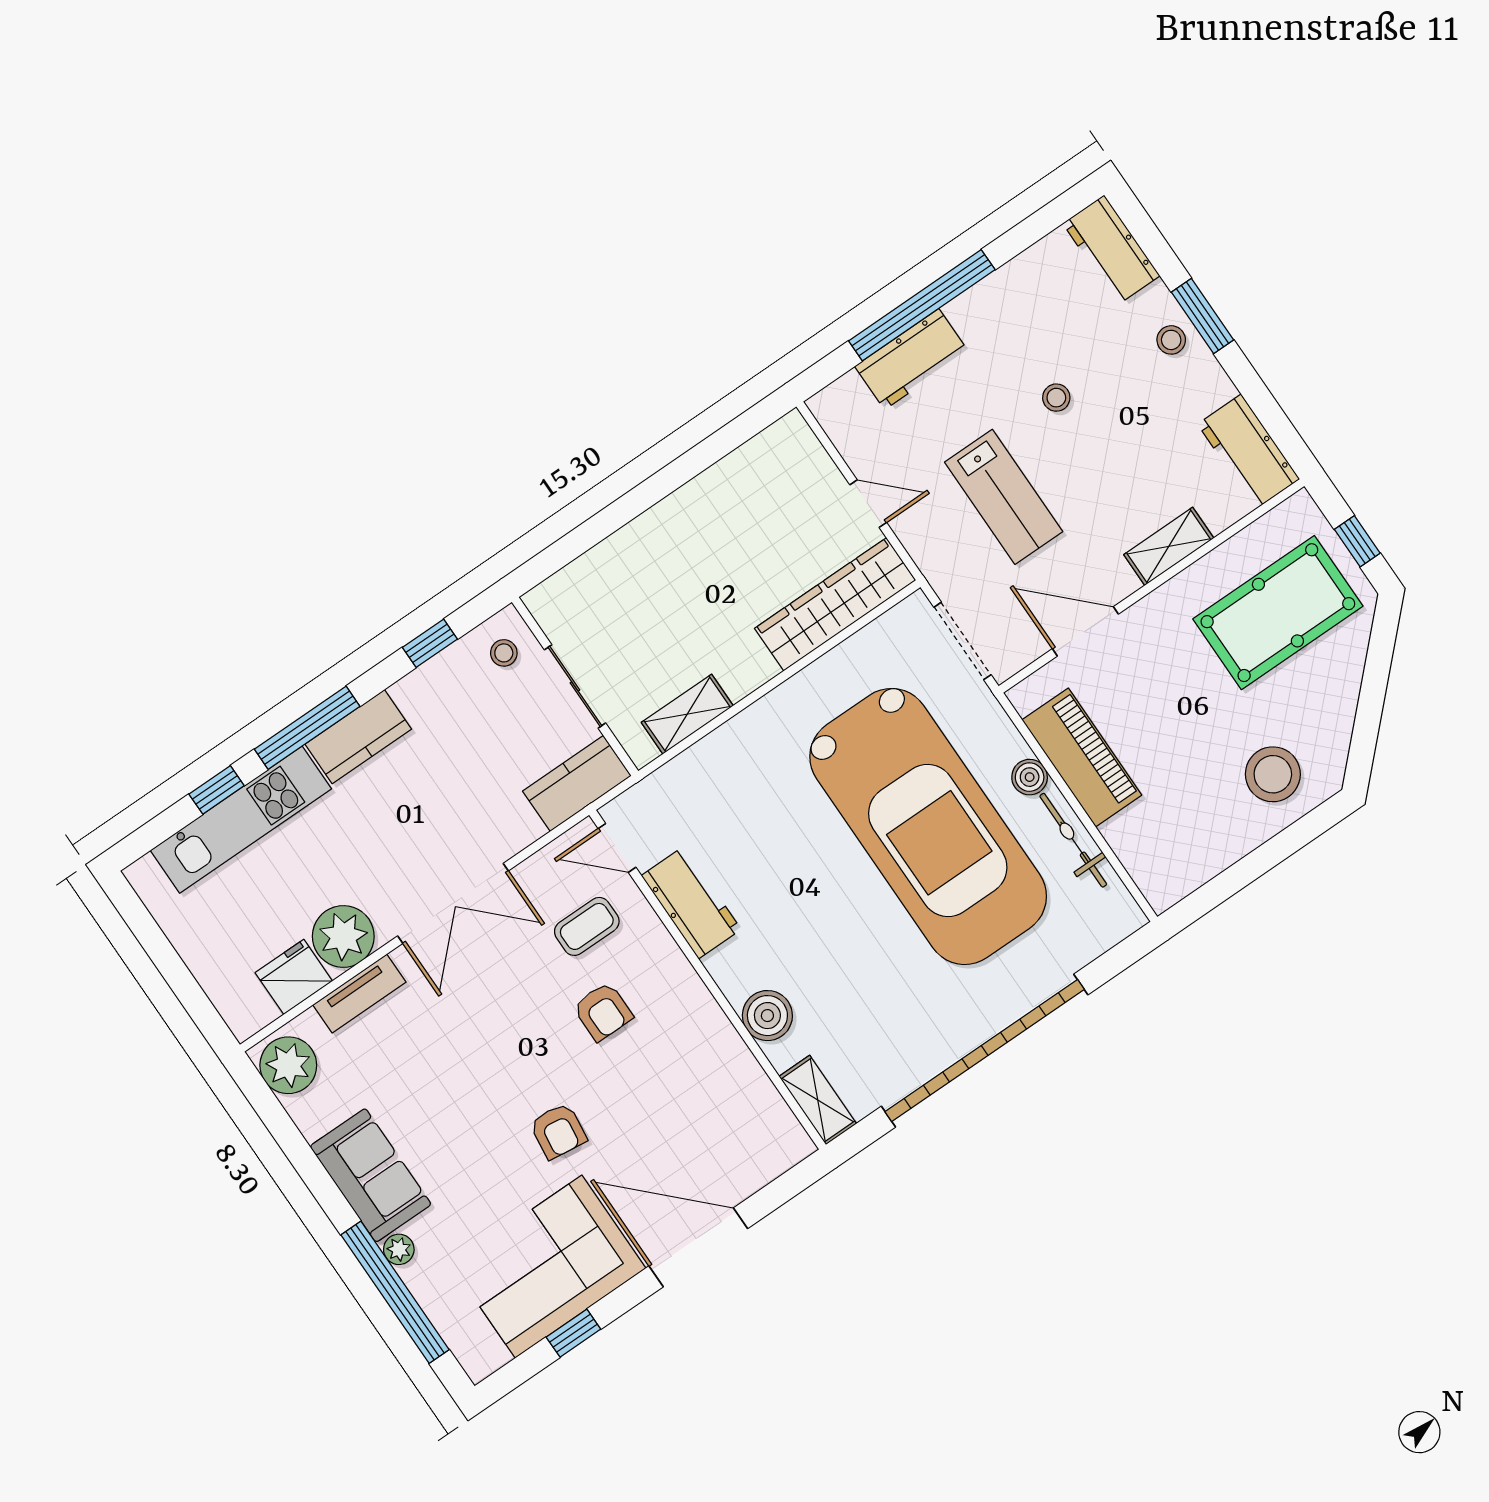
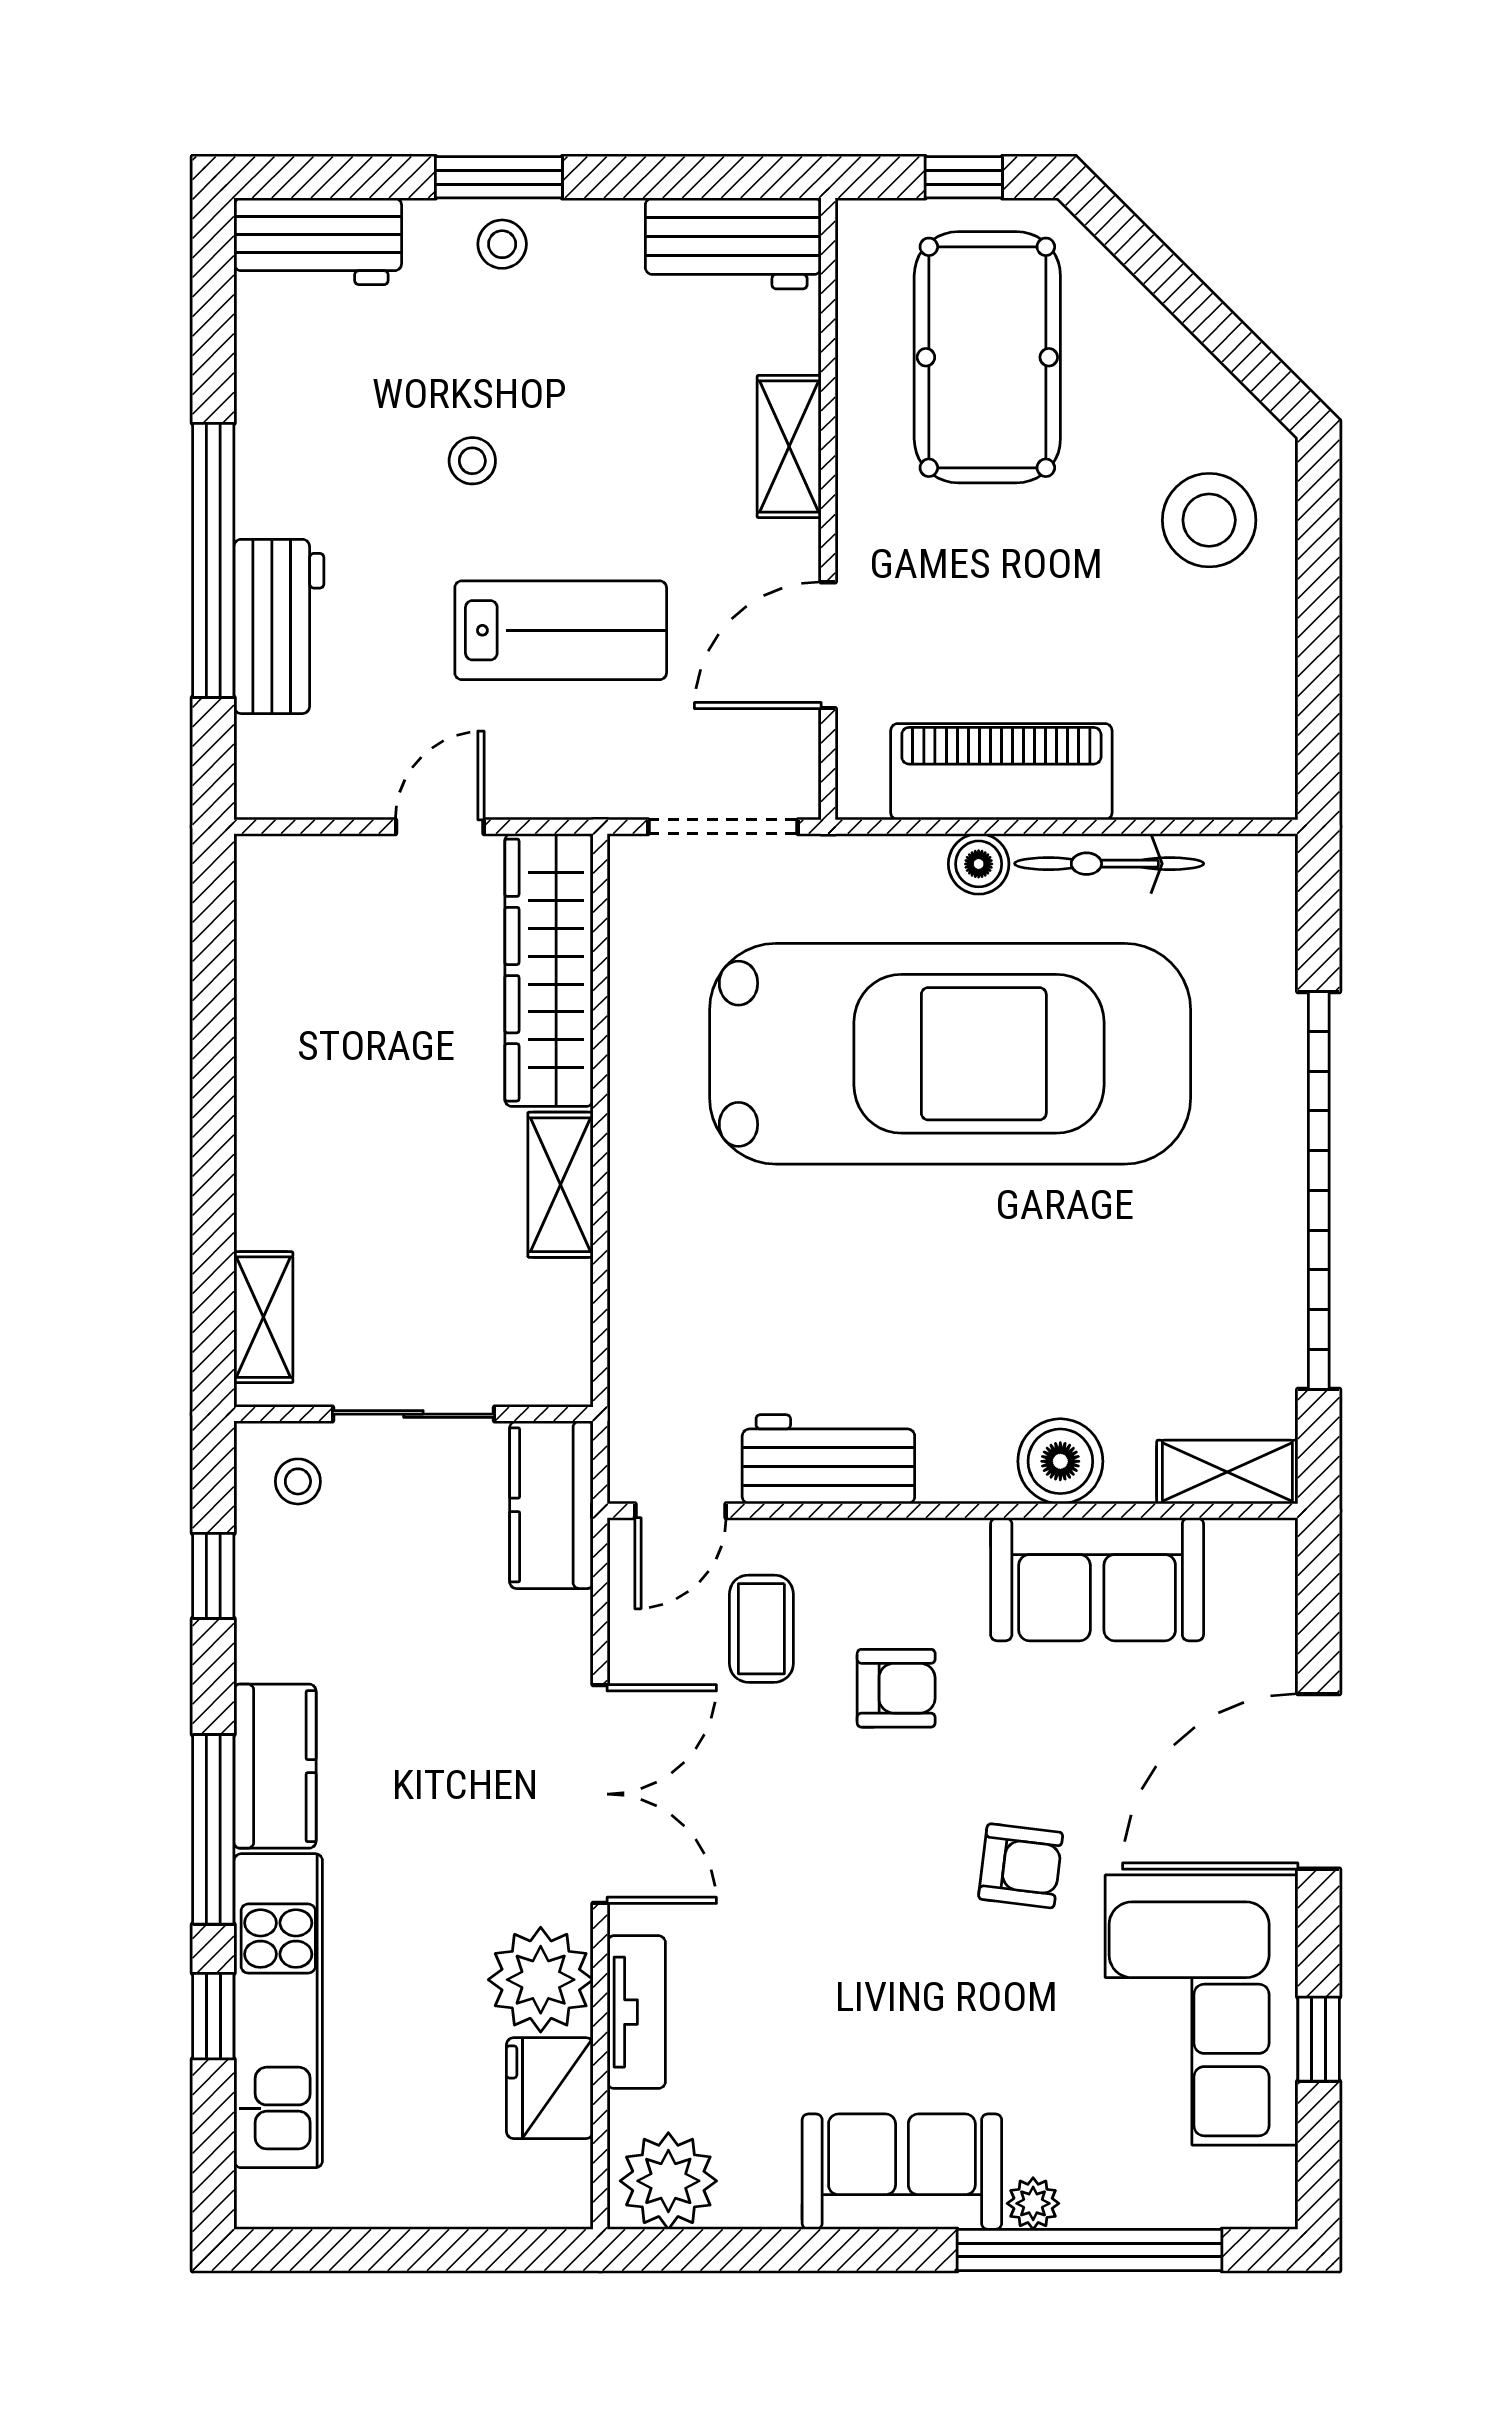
shelving: (572, 582) -> (263, 1317), added
shelving: (687, 714) -> (561, 1185), moved
sofa: (723, 1073) -> (1097, 1579), added

